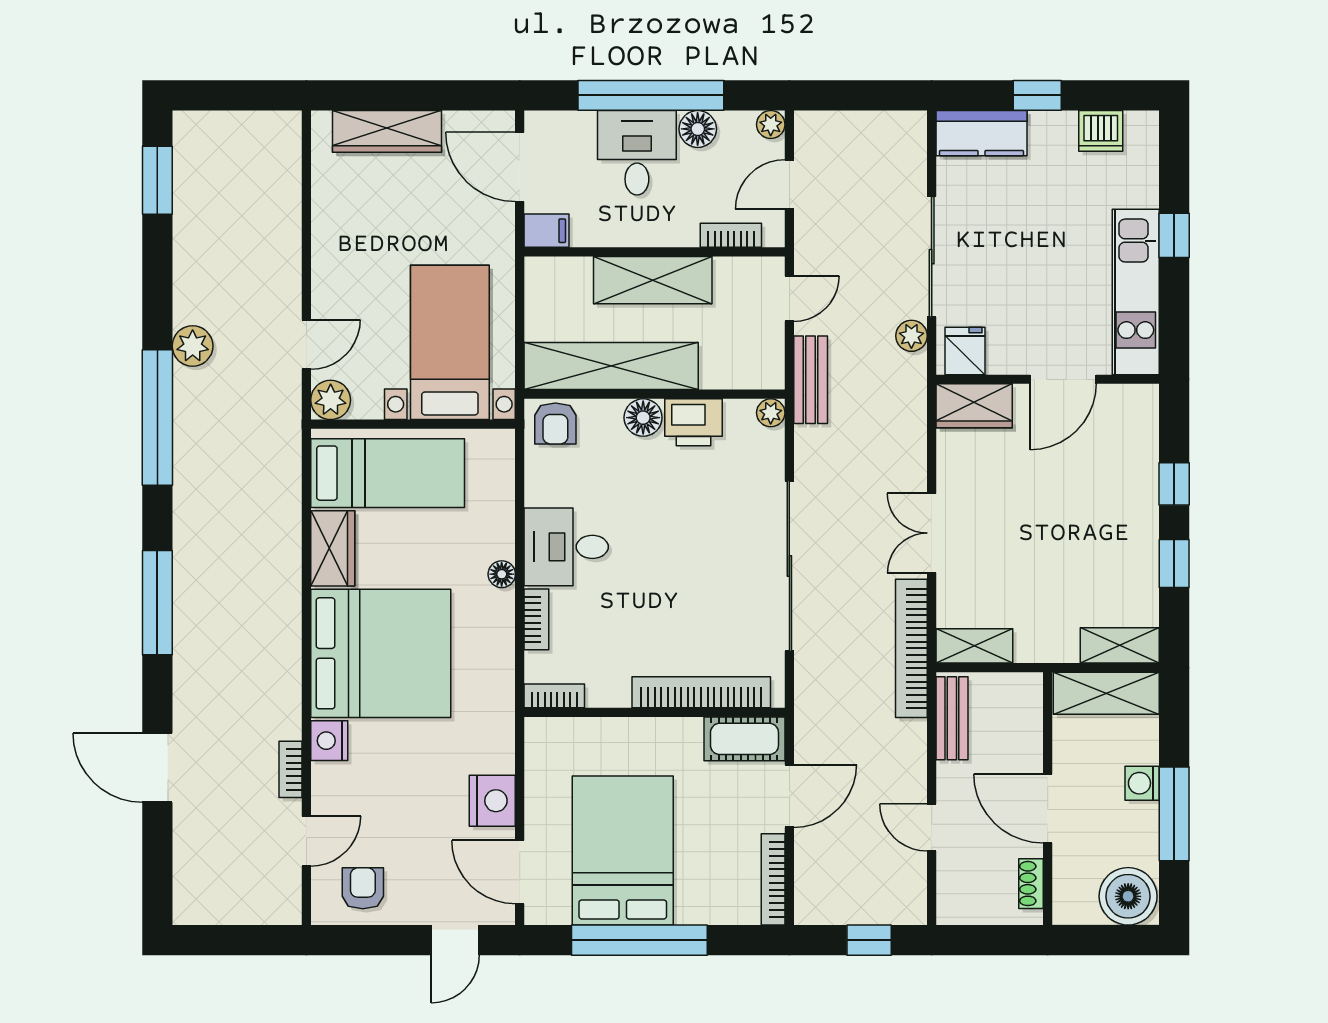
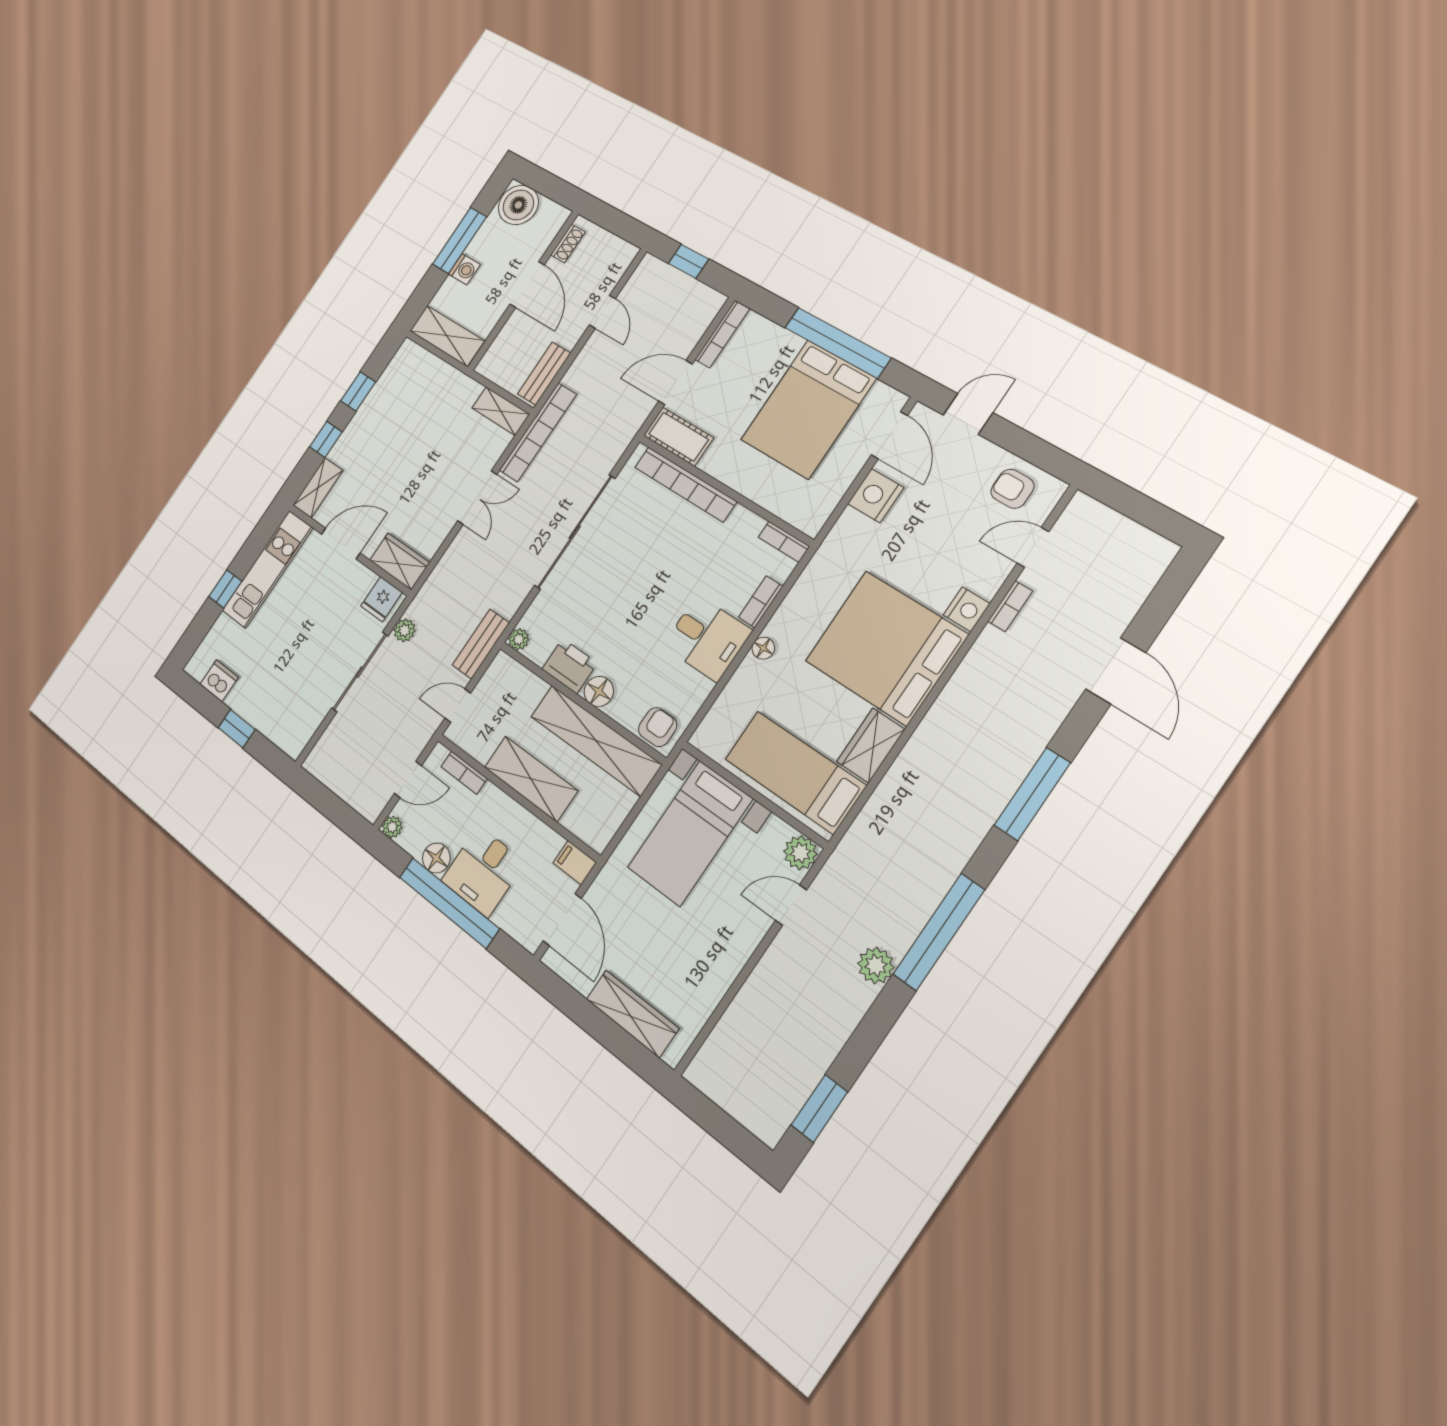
kitchen counter: (981, 133) -> (281, 729), removed
shelving: (1120, 645) -> (318, 488), moved, turned 90
armchair: (363, 888) -> (1012, 489), turned 90

